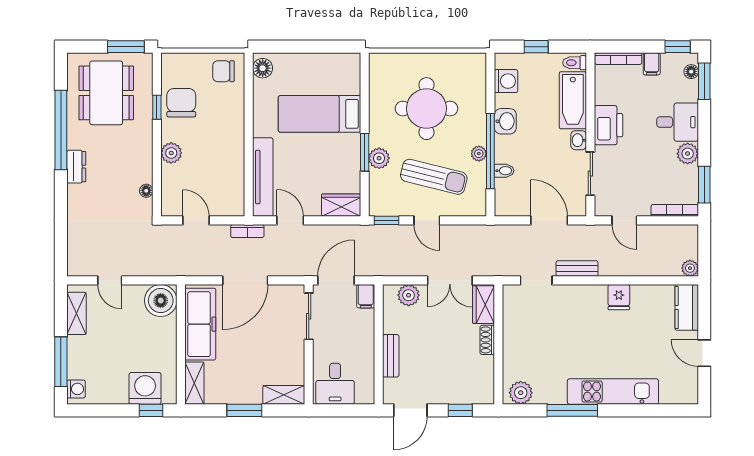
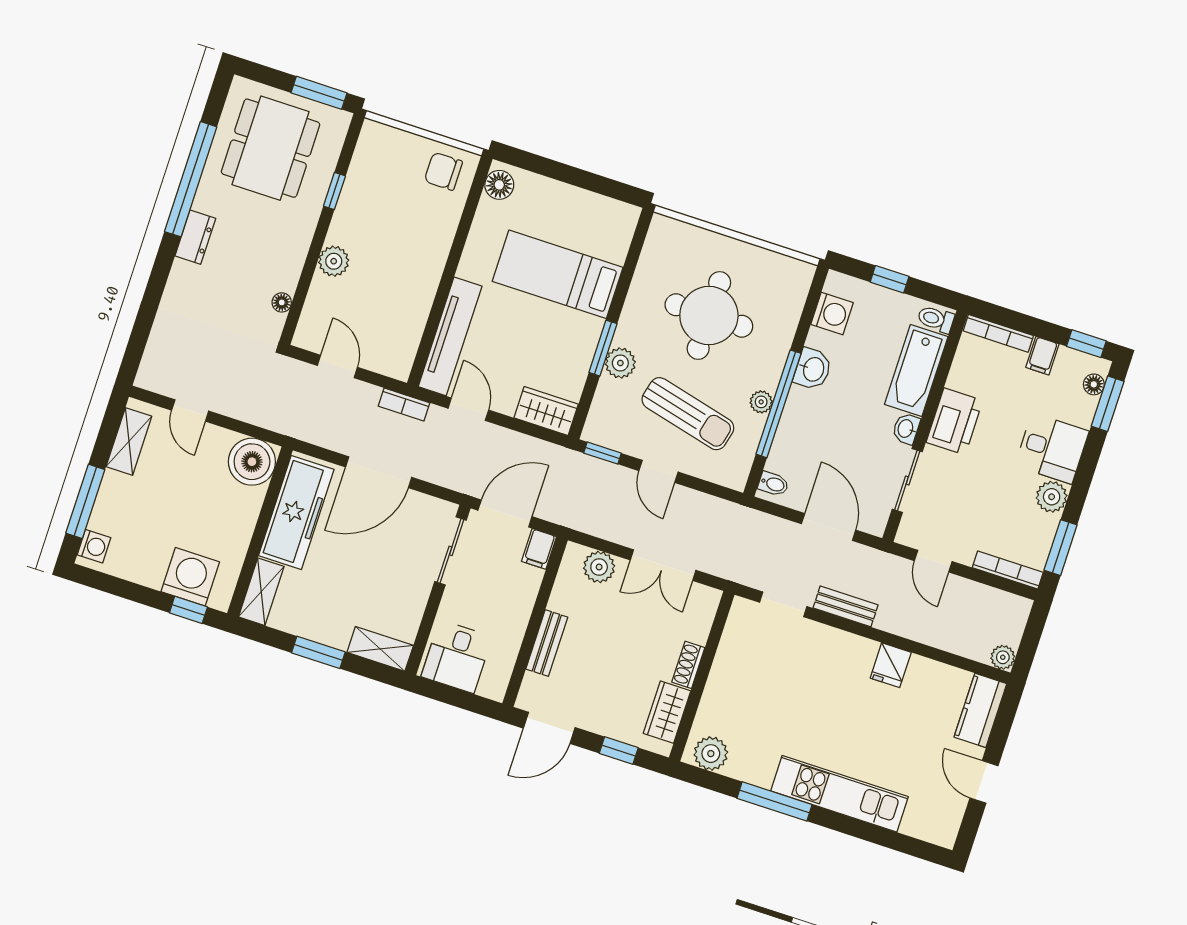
chair: (181, 103) -> (370, 196), removed
bidet: (504, 171) -> (773, 484), moved
wardrobe: (484, 305) -> (667, 712), moved

